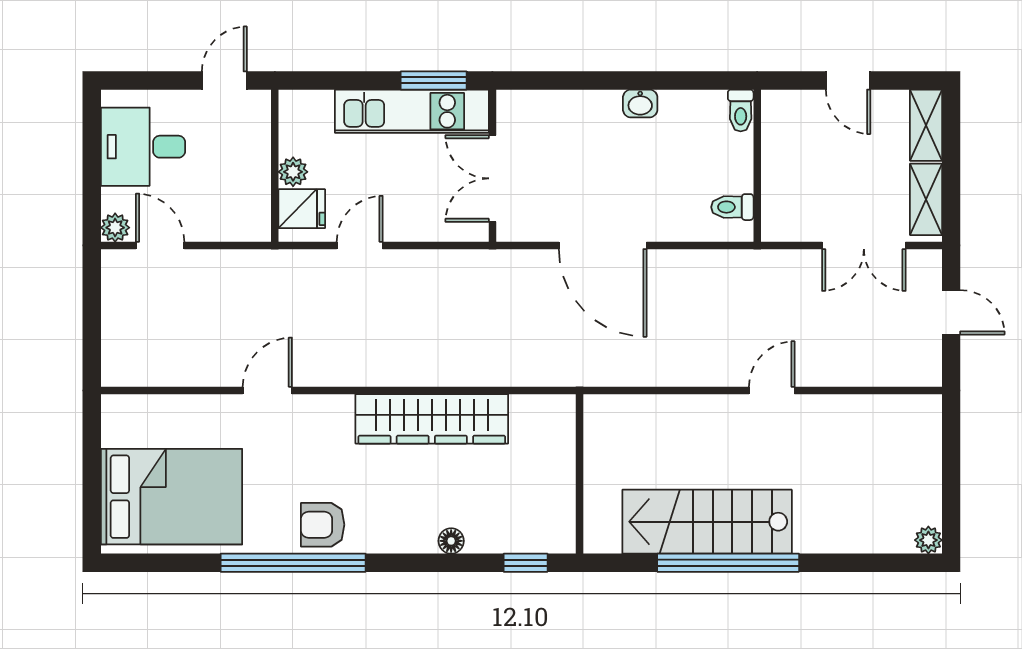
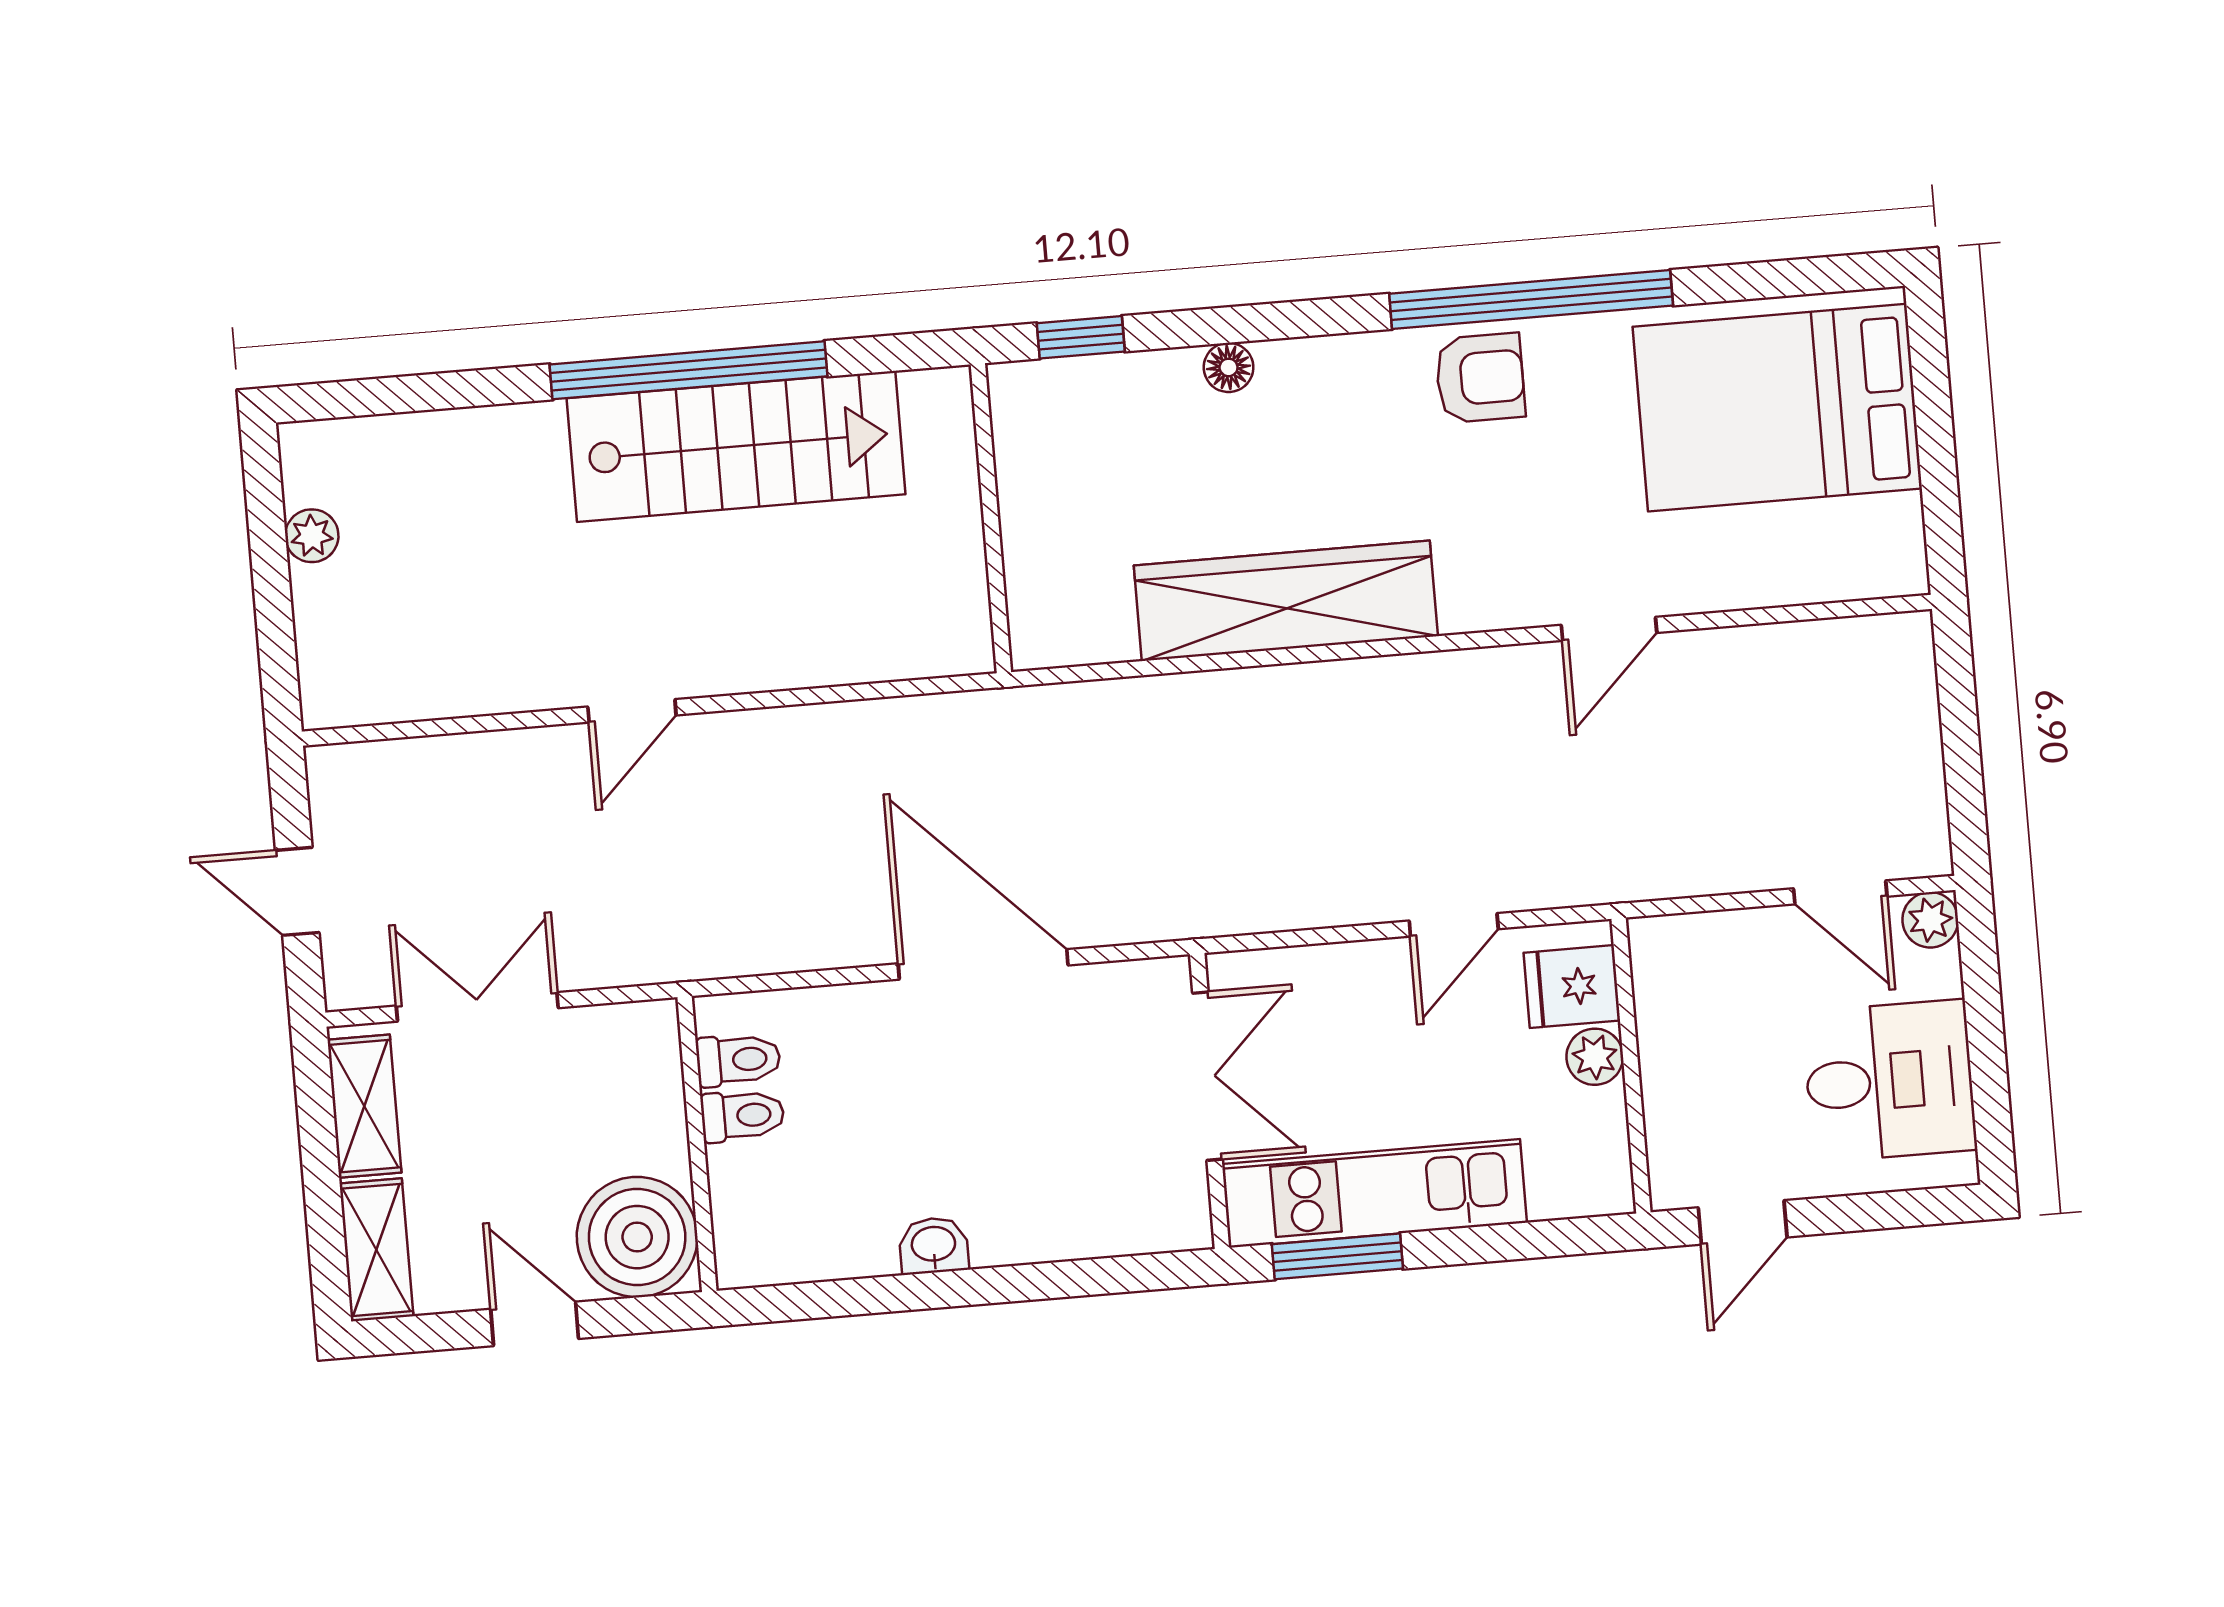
toilet: (741, 110) -> (742, 1116), moved, turned 90
boiler: (792, 121) -> (637, 1237), added
plant: (928, 540) -> (312, 536), moved

